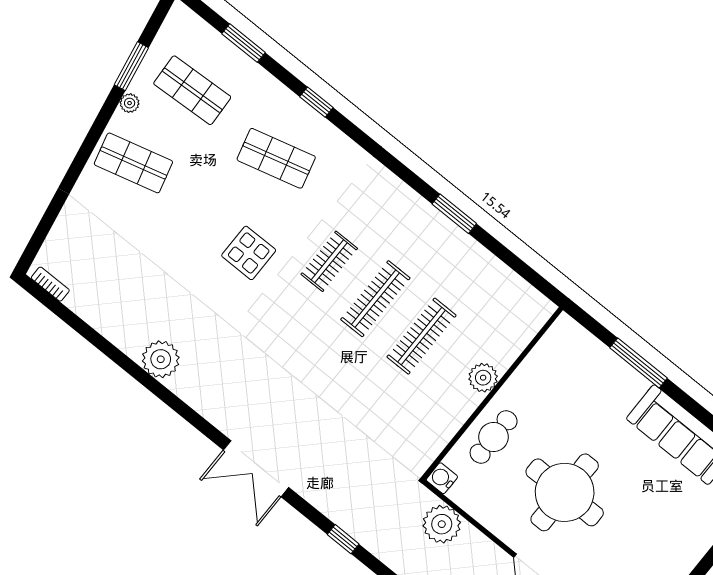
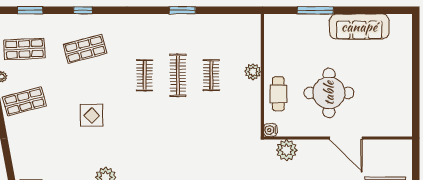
display table: (249, 253) -> (92, 115), moved
clothes rail: (422, 336) -> (211, 75), width x0.73

